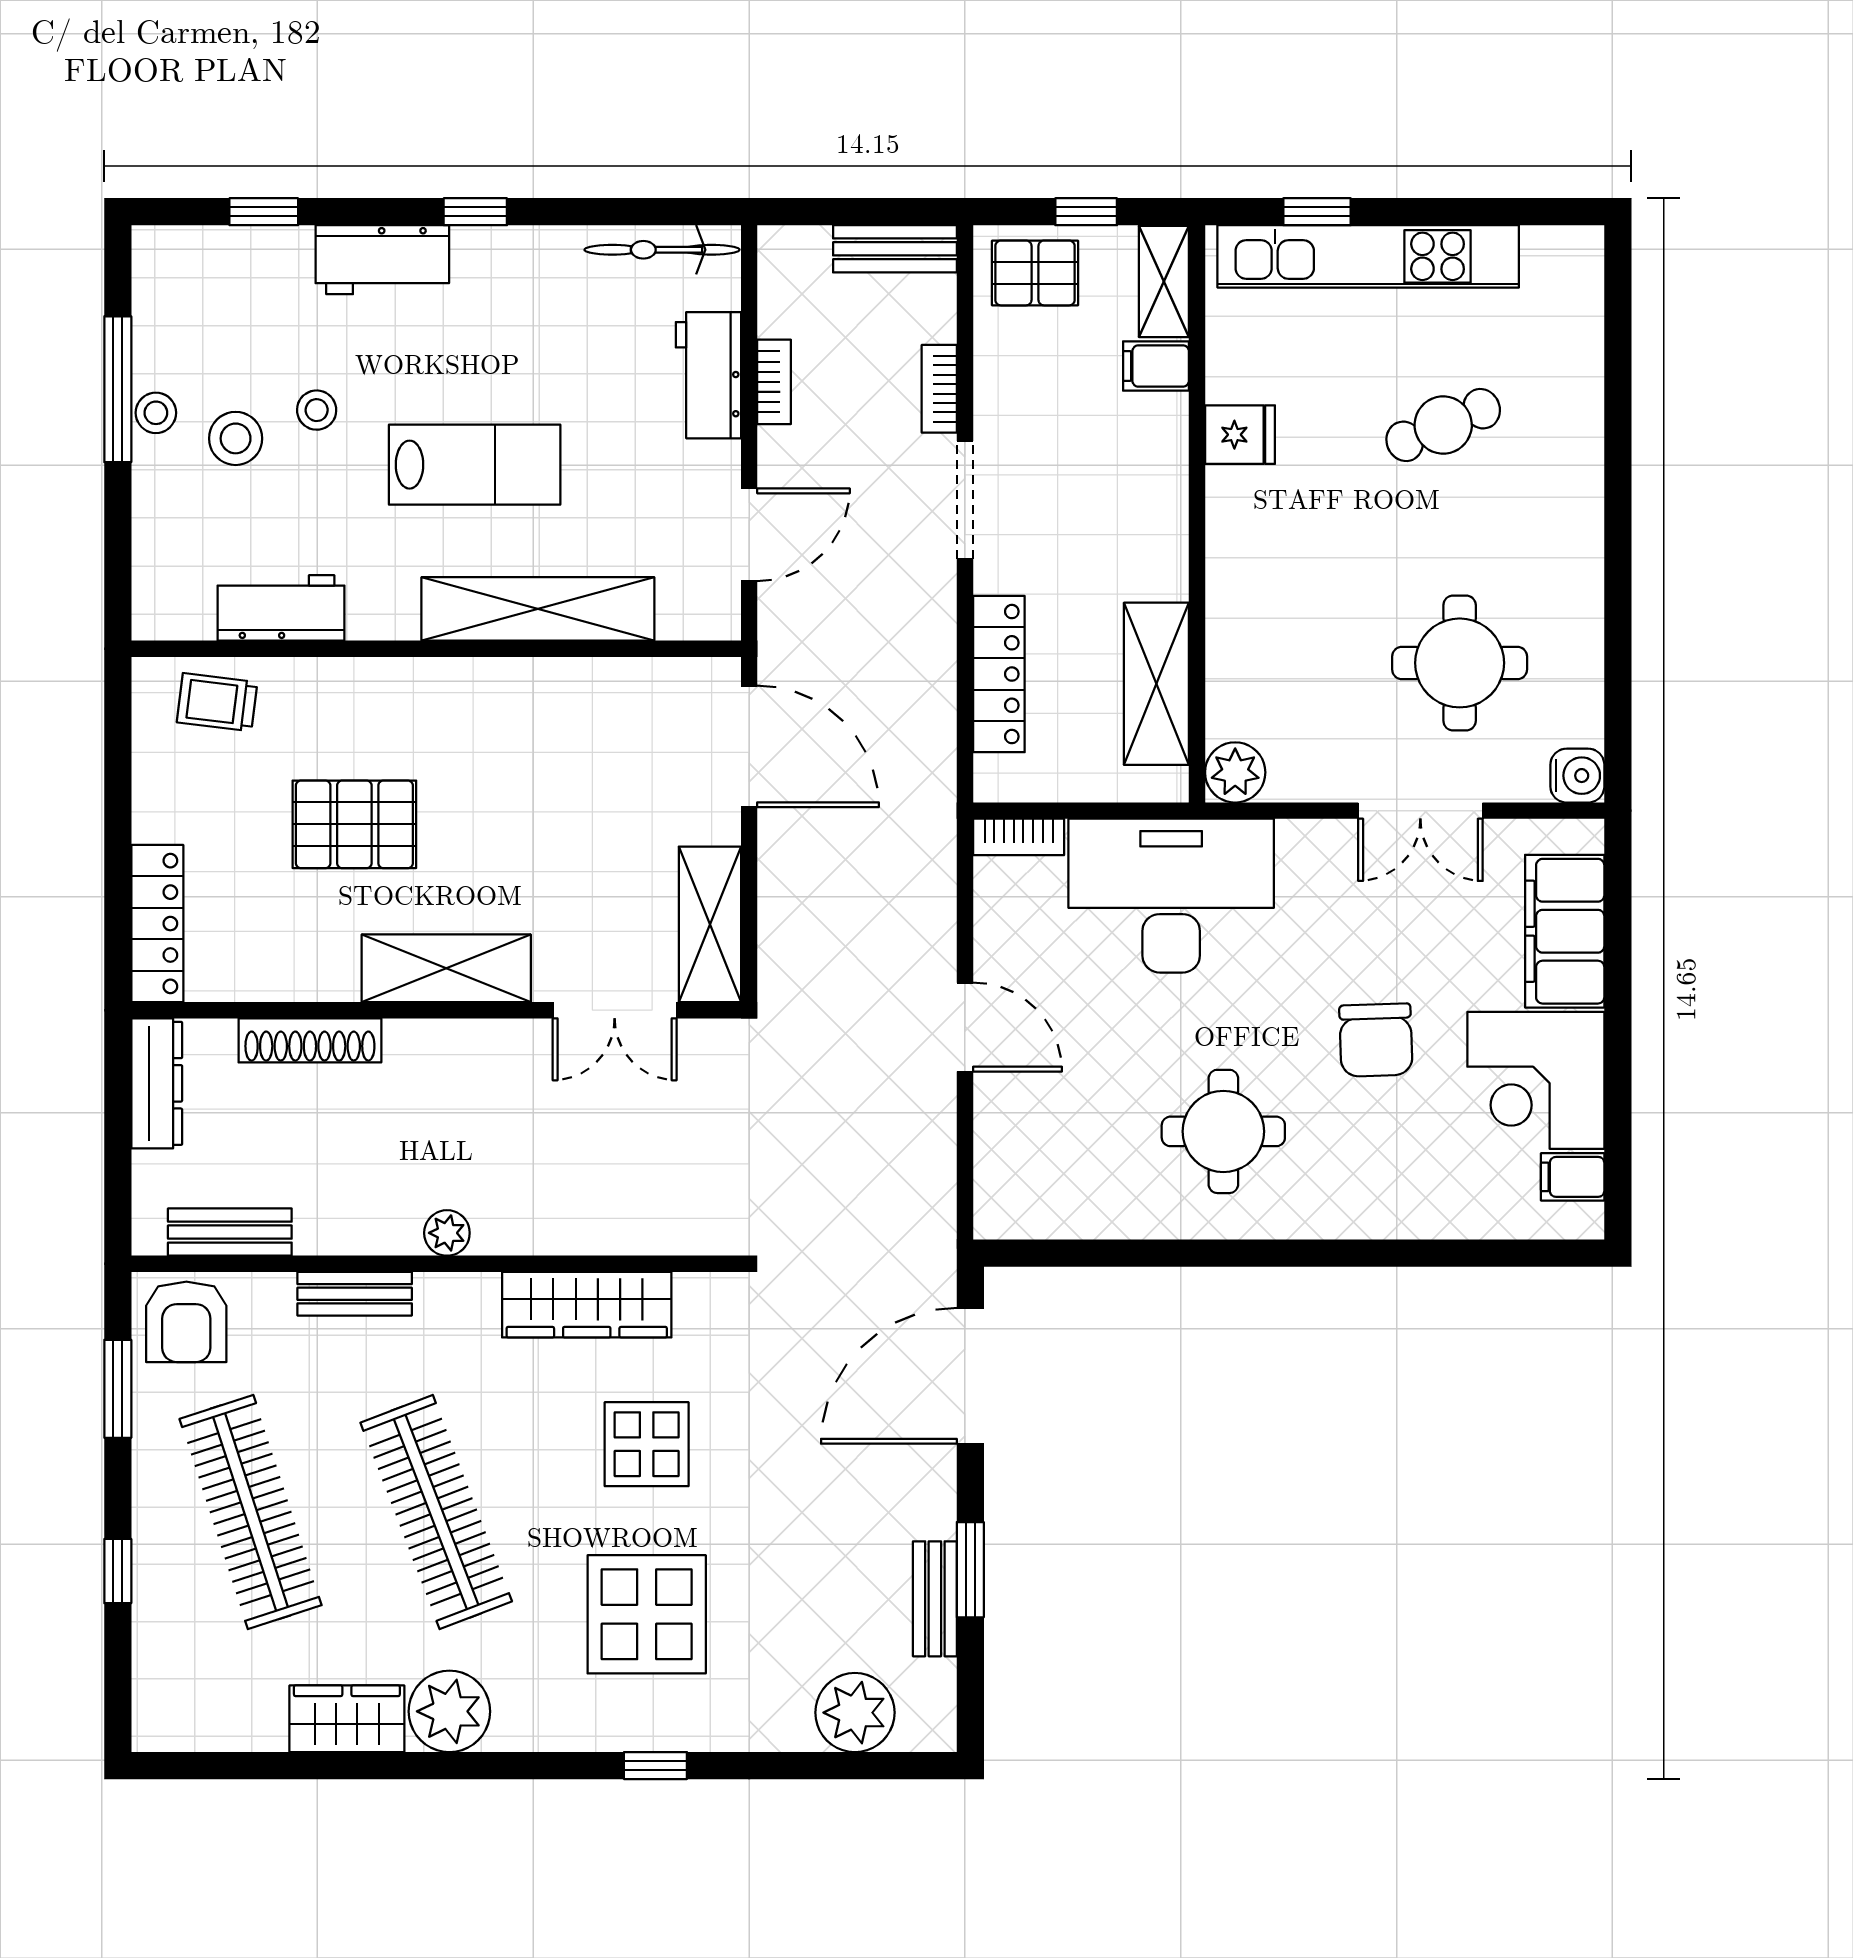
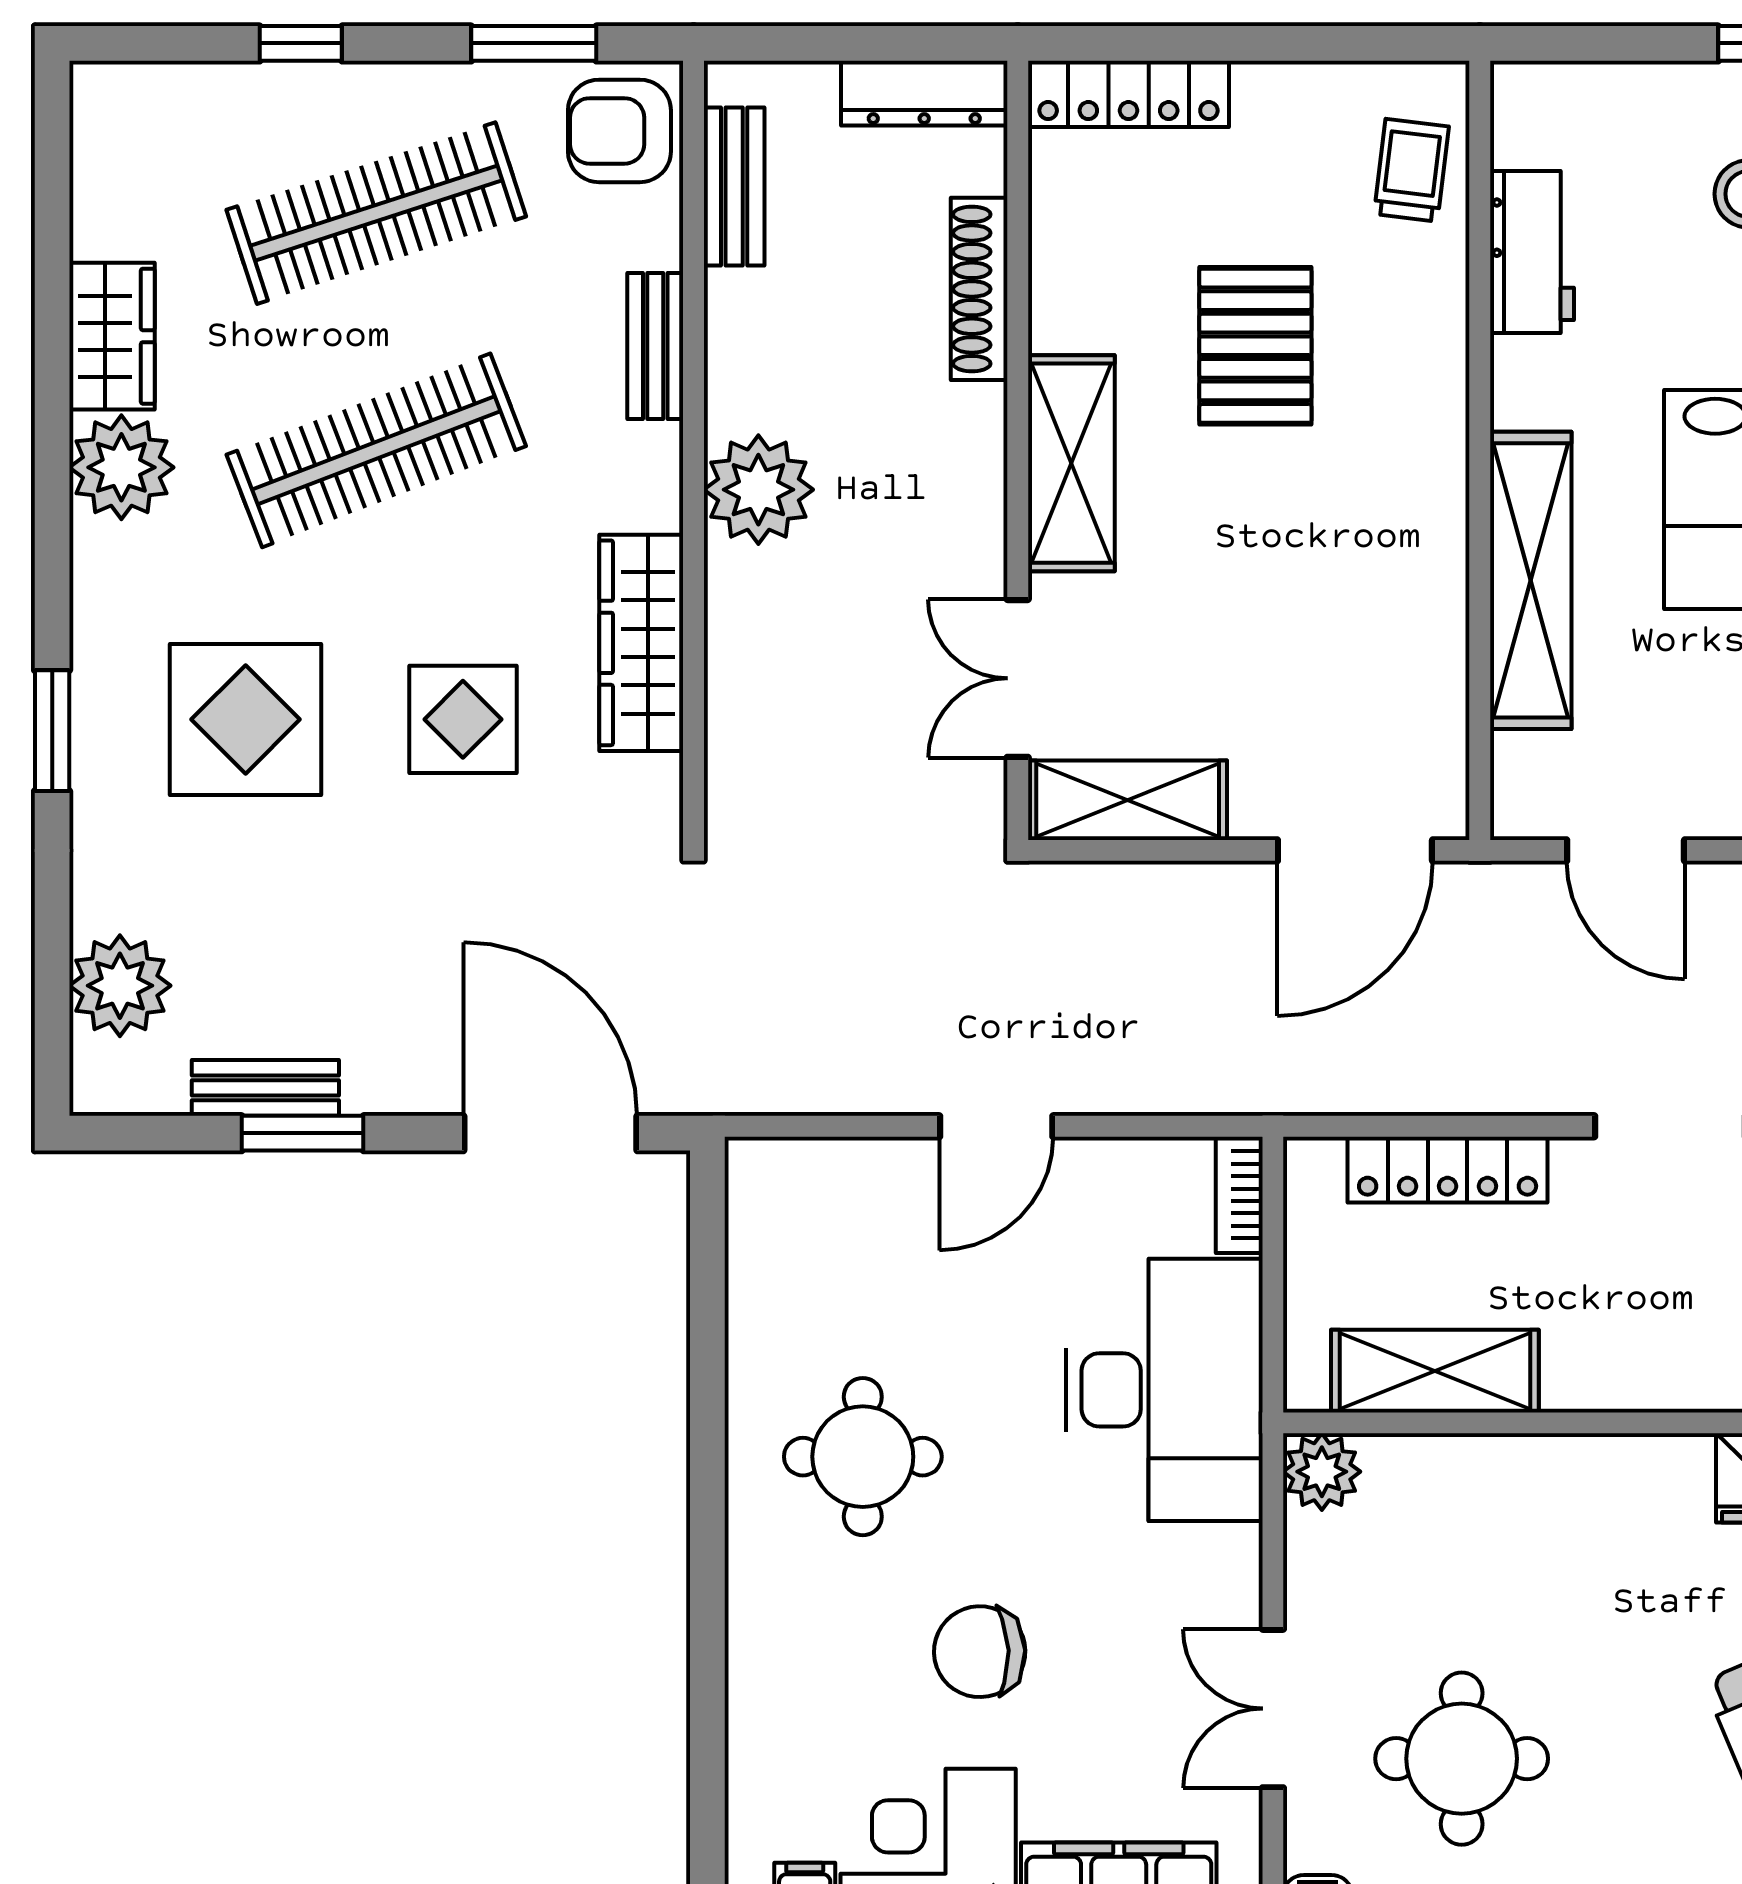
plant: (447, 1233) -> (758, 490), width x1.87, depth x1.87
window: (655, 1766) -> (52, 731), width x1.50

